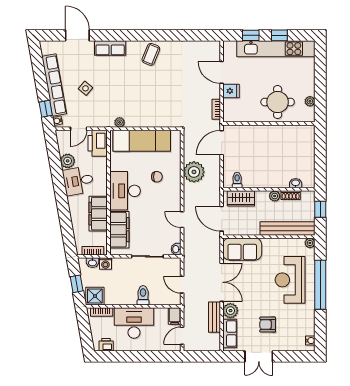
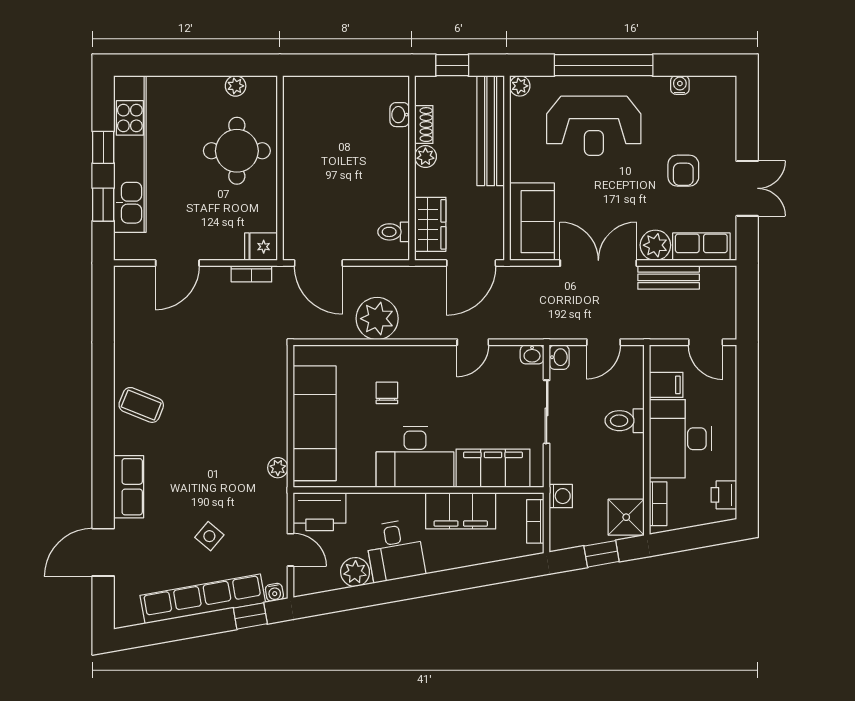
fridge: (231, 91) -> (261, 247), moved, turned -90
washbasin: (92, 263) -> (559, 357), moved
filing cabinet: (175, 316) -> (666, 385), moved
water cooler: (310, 341) -> (680, 85), moved

